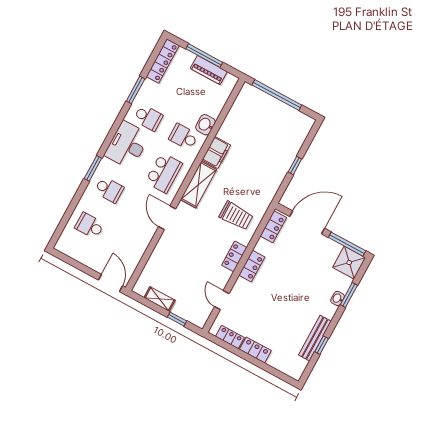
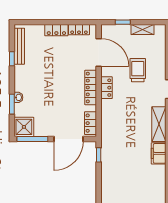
window: (295, 166) -> (99, 155), moved
trolley: (236, 216) -> (138, 70), moved, turned 90
locker: (252, 266) -> (91, 88), width x1.53
door: (222, 300) -> (99, 52), width x1.88
bench: (315, 338) -> (19, 46), moved

